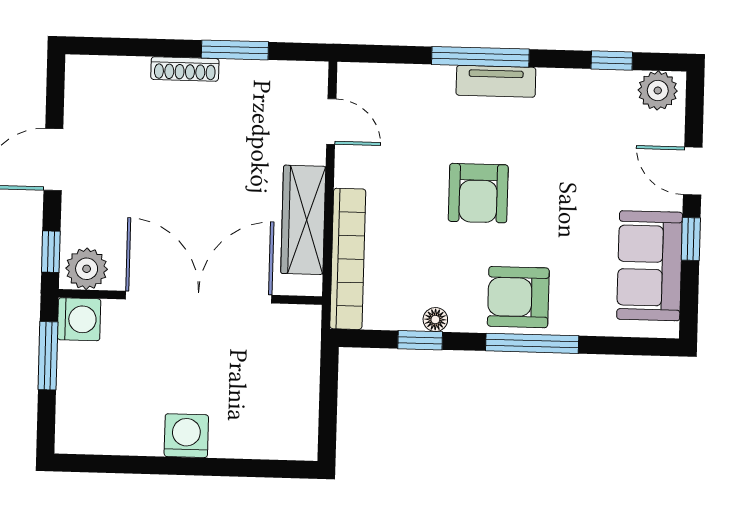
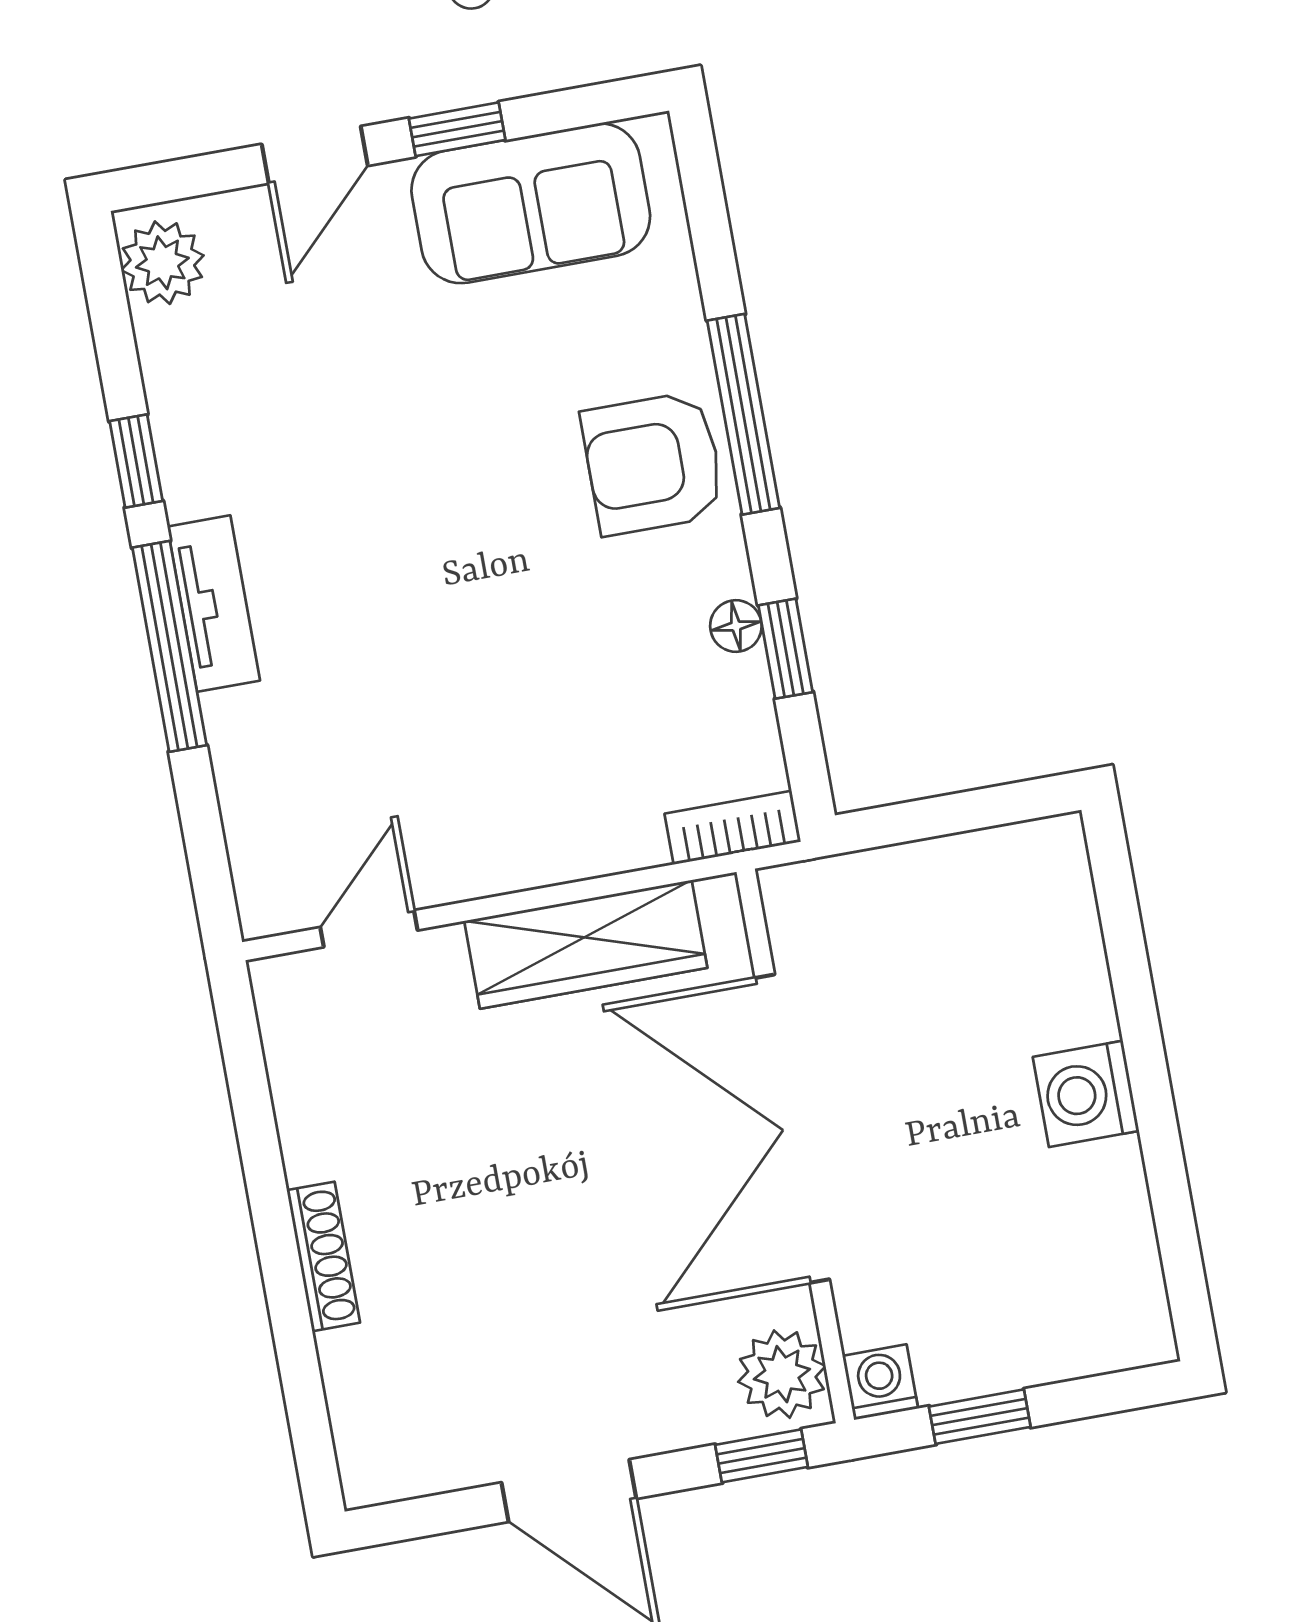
window: (235, 50) -> (262, 1161), removed
window: (612, 60) -> (136, 461), moved
armchair: (478, 193) -> (454, 592), removed
bookcase: (348, 259) -> (733, 828), width x0.43, depth x0.76
armchair: (518, 297) -> (653, 463), turned 90
washing machine: (79, 319) -> (880, 1382), width x0.73, depth x0.73
window: (48, 356) -> (980, 1417), width x0.67

